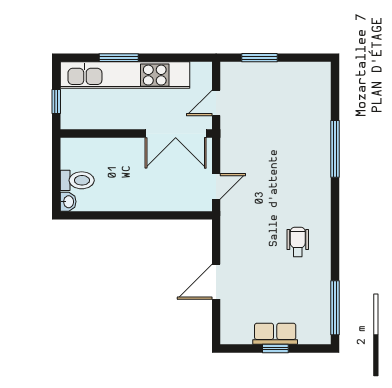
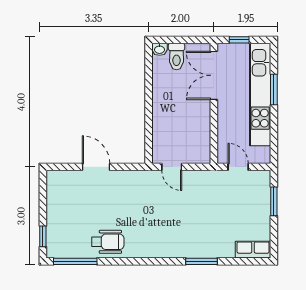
double door: (176, 133) -> (214, 75), moved
window: (335, 149) -> (202, 261), width x0.69
wheelchair: (298, 242) -> (108, 242), moved, width x1.36, depth x1.37
row of seats: (275, 334) -> (253, 250), moved, turned -90
window: (275, 349) -> (43, 236), moved

